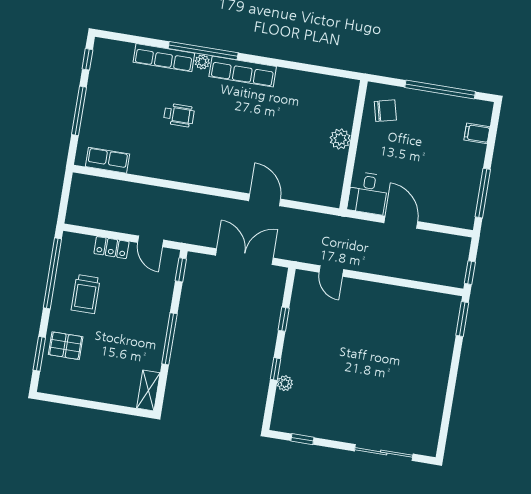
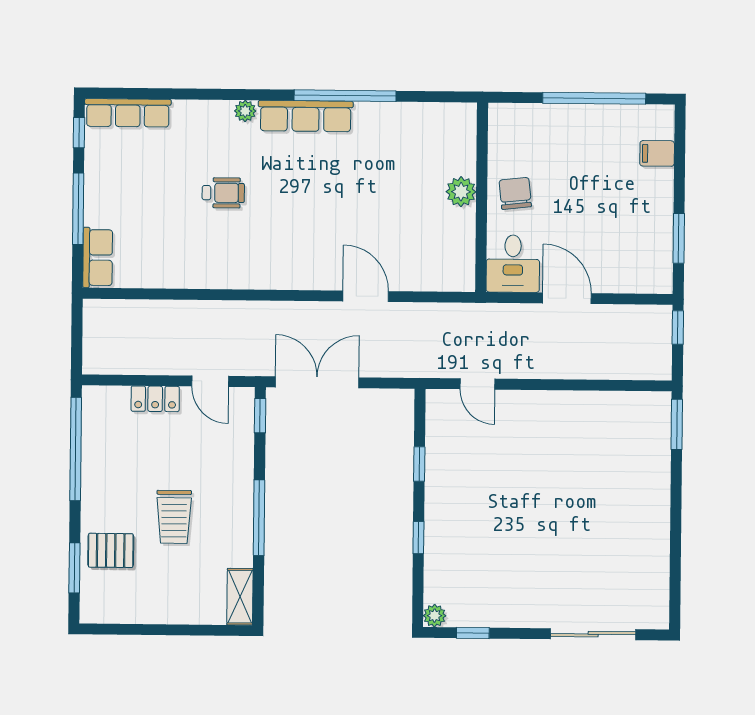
window: (203, 51) -> (345, 96), moved
row of seats: (164, 58) -> (128, 113), moved
chair: (385, 111) -> (515, 193), moved, turned -82
row of seats: (108, 160) -> (98, 258), moved, turned 90
window: (483, 193) -> (679, 238), width x0.69
double door: (244, 257) -> (317, 382), moved
window: (470, 273) -> (678, 328), moved
trolley: (86, 294) -> (174, 517), moved
plant: (285, 383) -> (435, 616), moved

